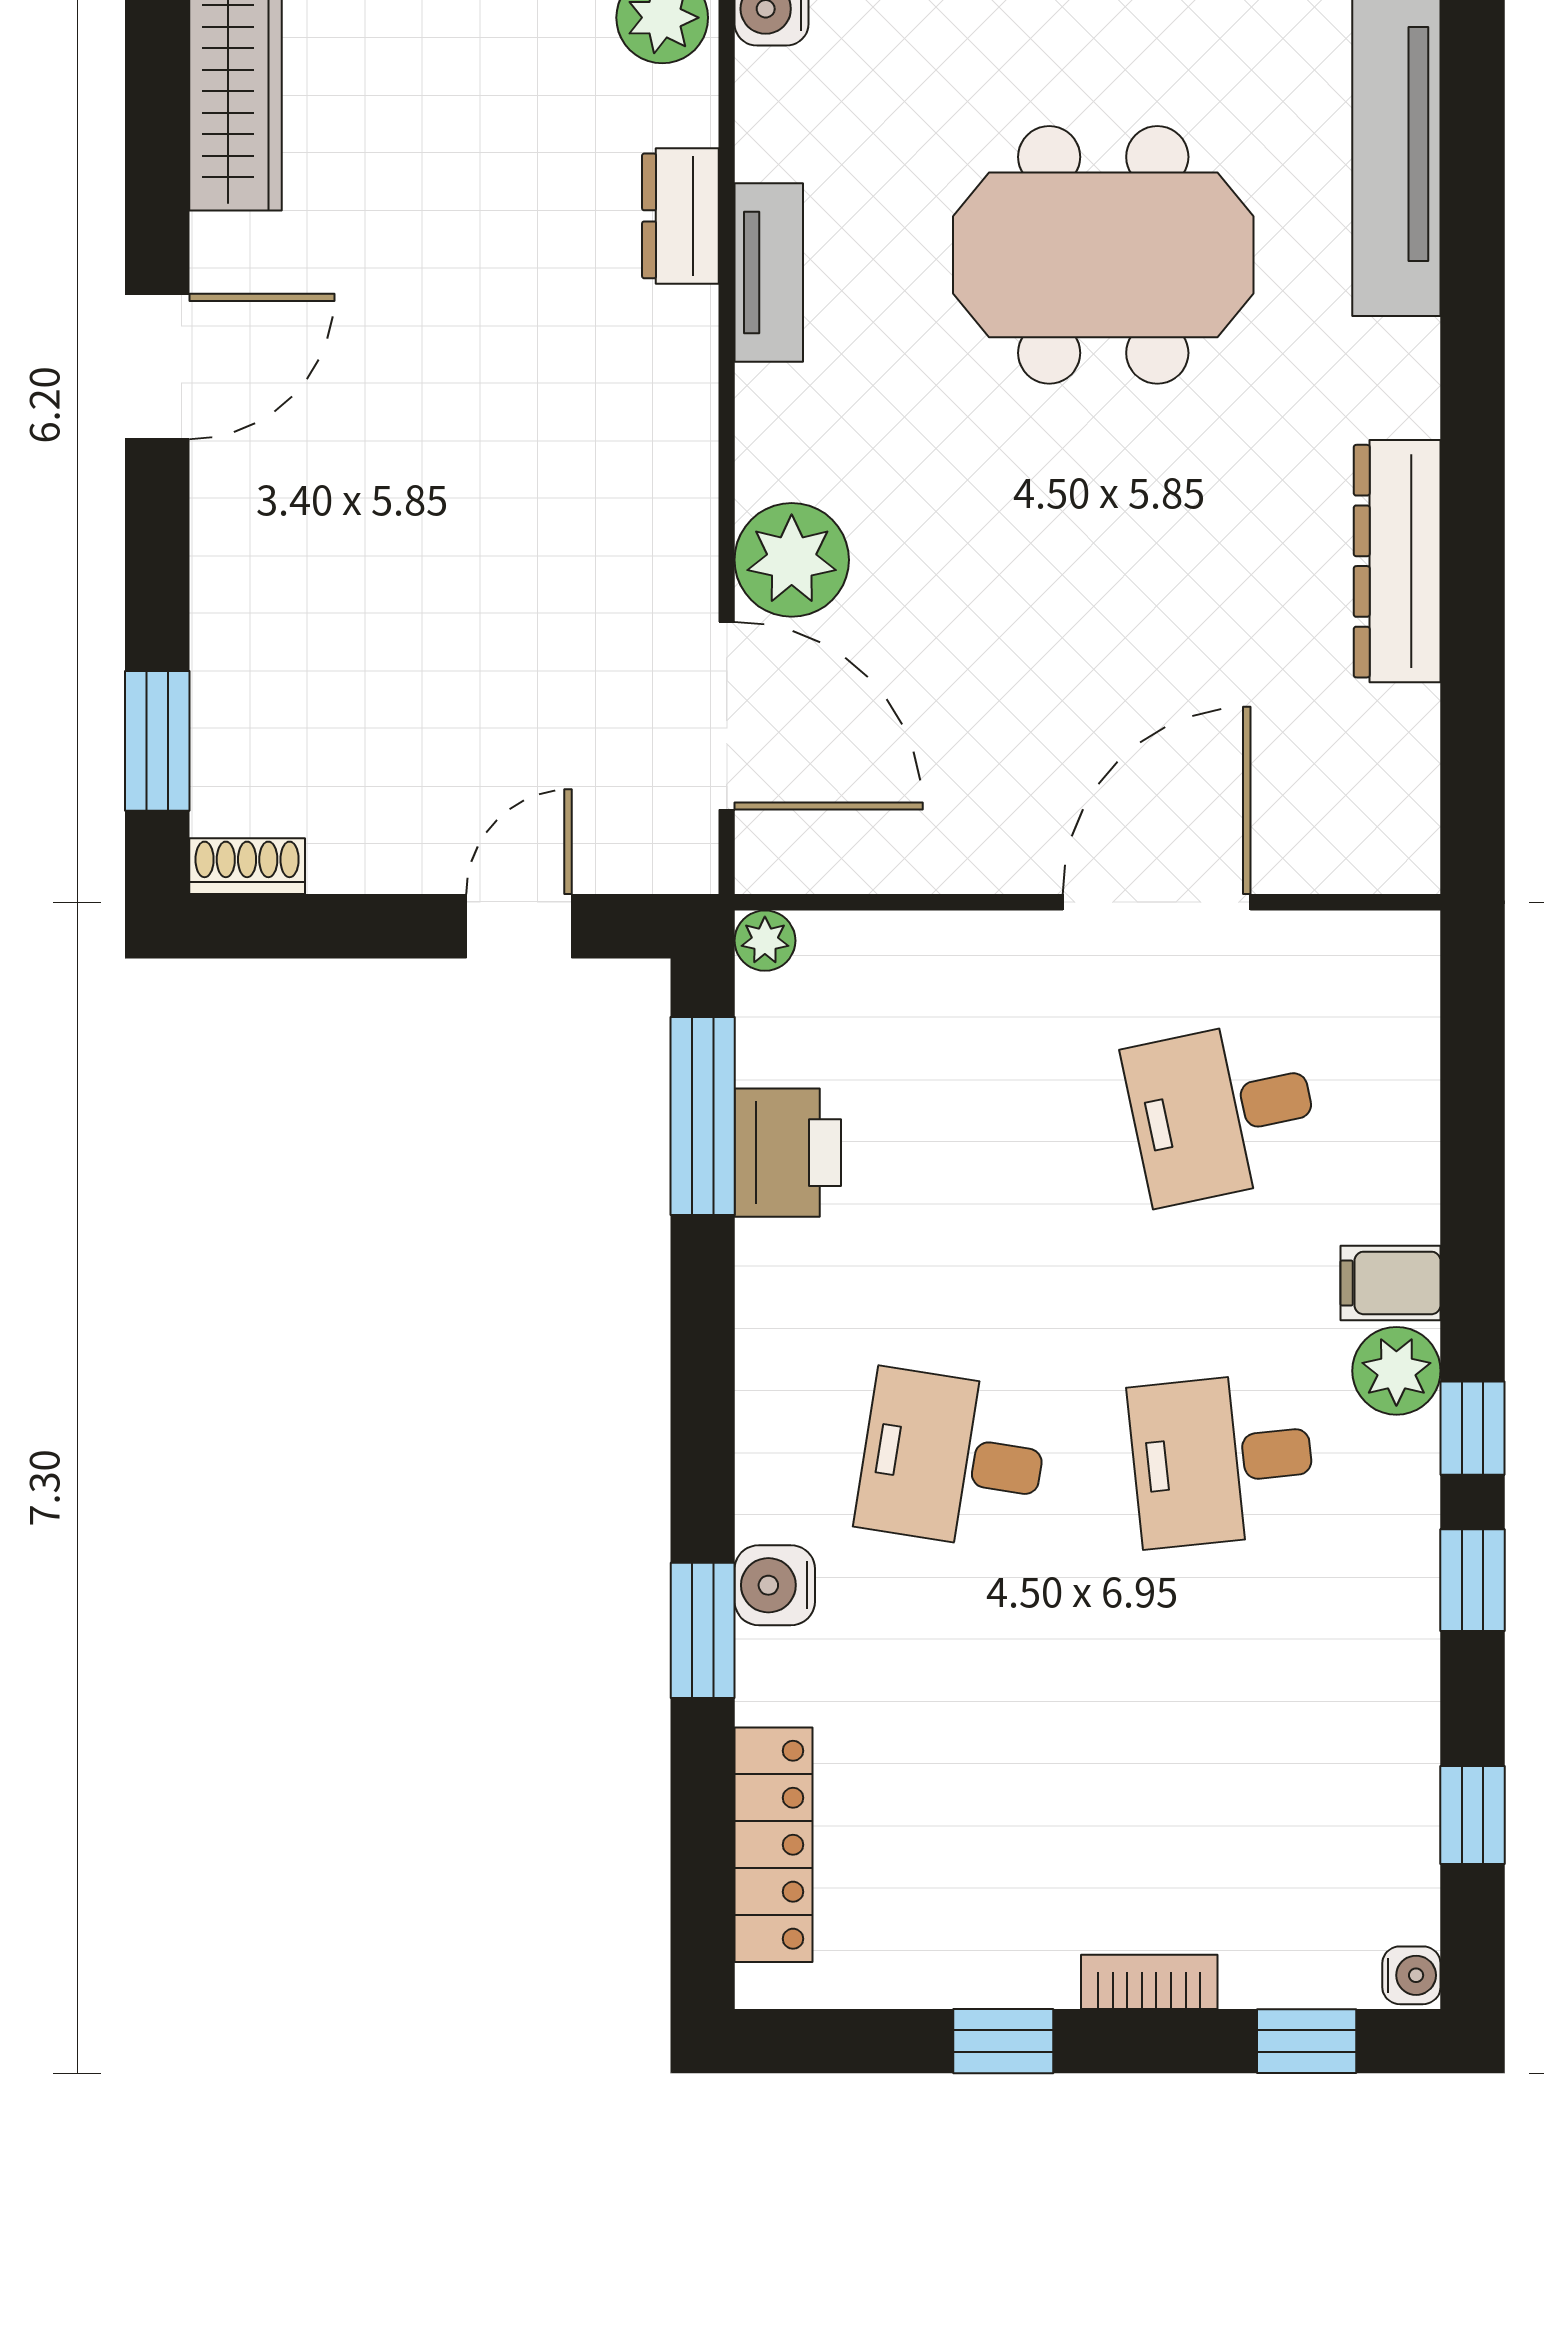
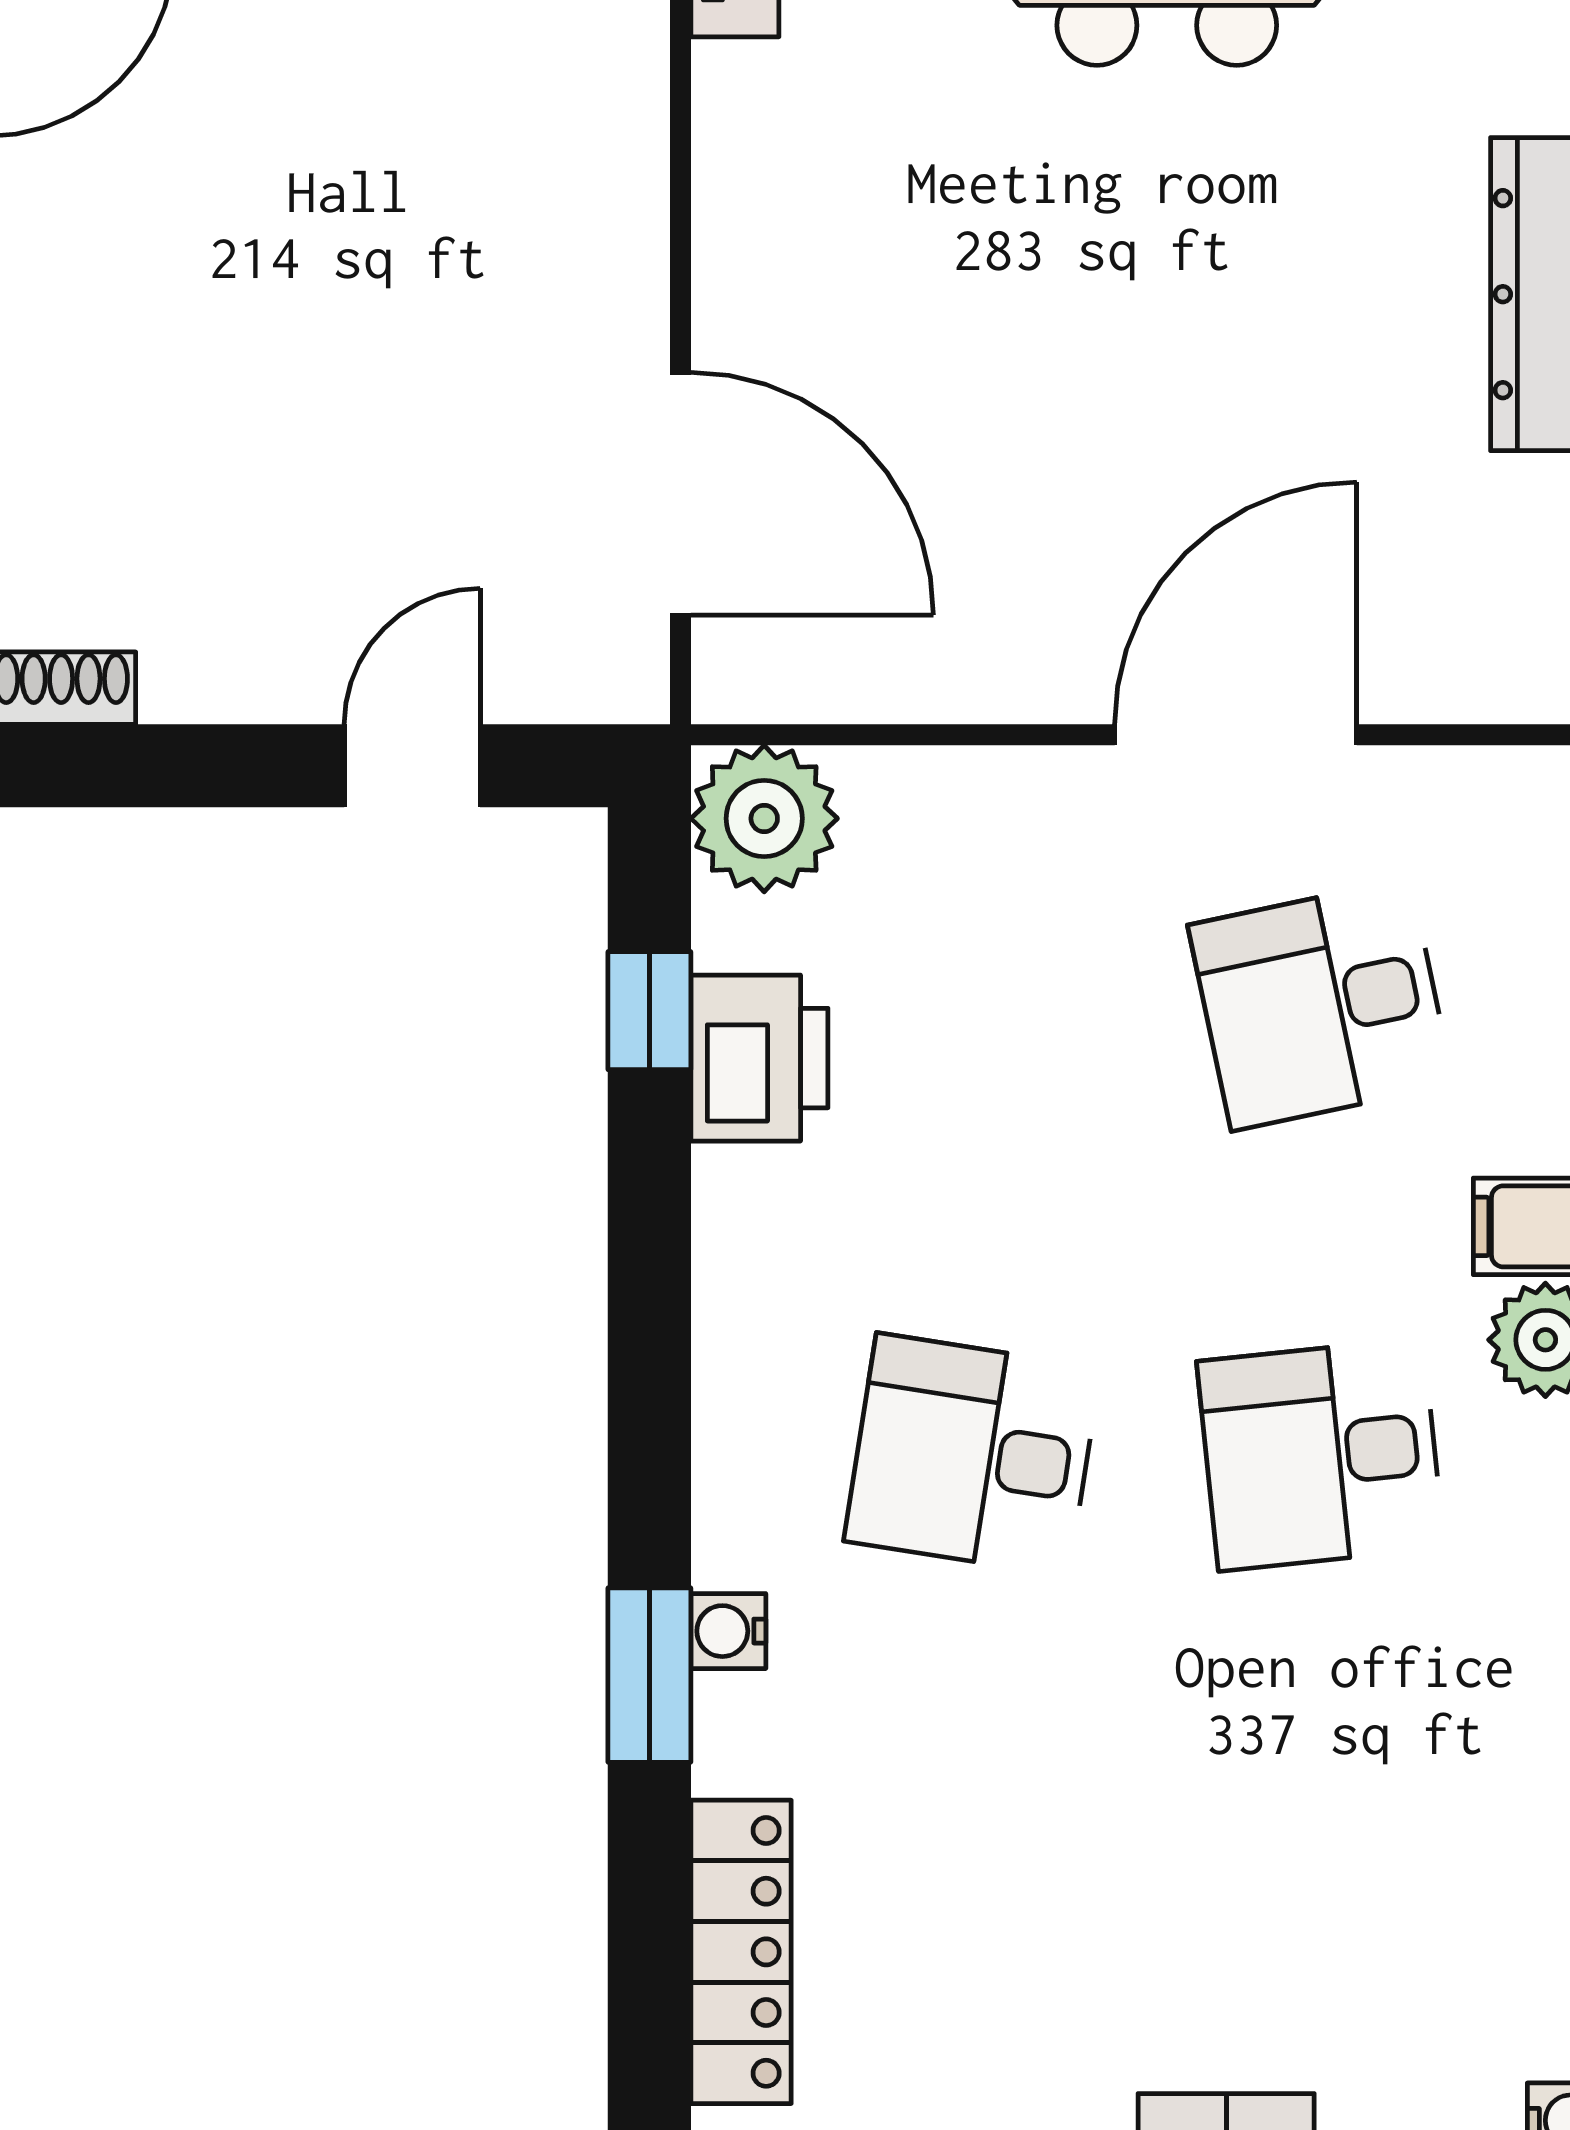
plant: (792, 560) -> (764, 293), removed
plant: (765, 941) -> (764, 818), width x1.88, depth x1.88
window: (703, 1116) -> (649, 1011), width x0.46
water cooler: (775, 1585) -> (728, 1631), width x0.72, depth x0.72

